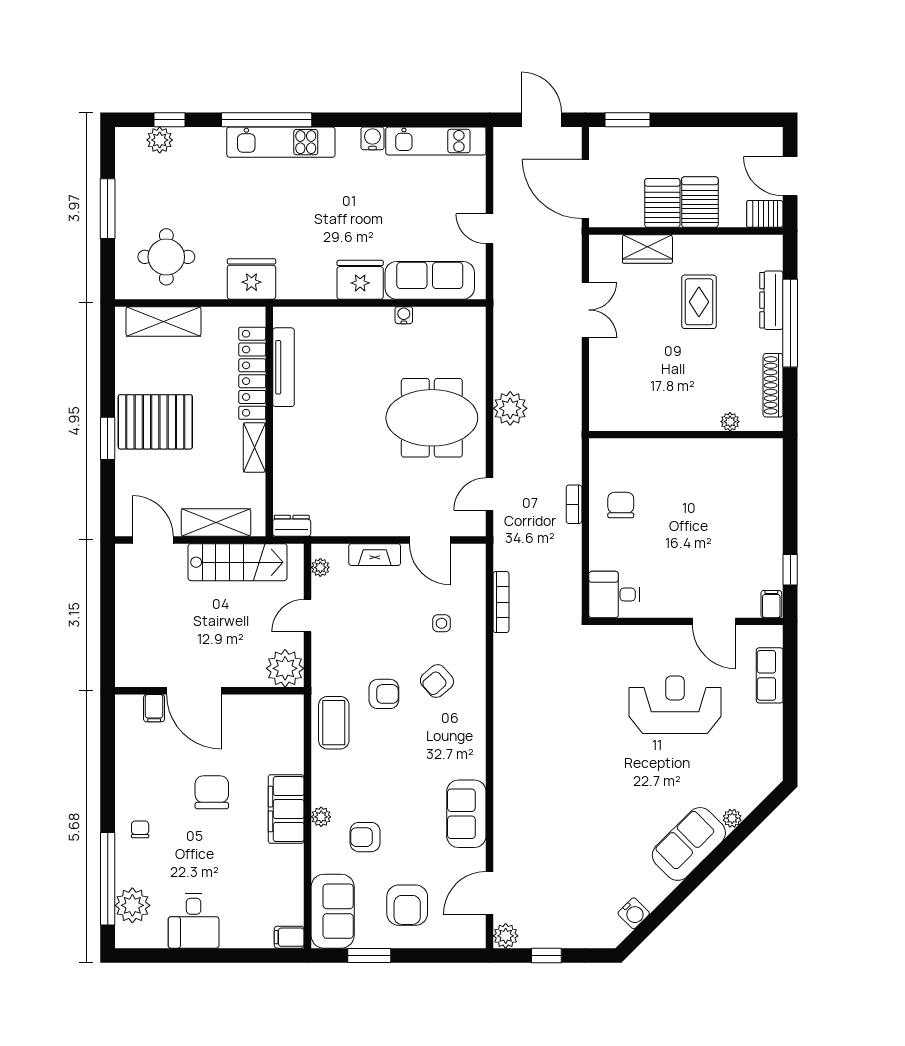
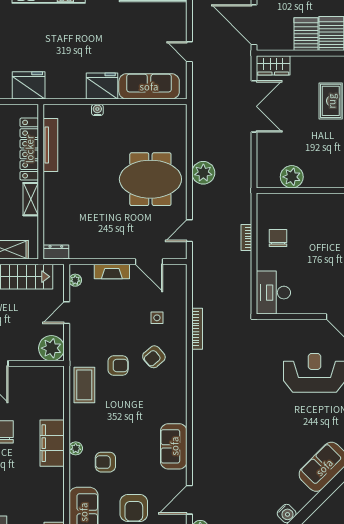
wardrobe: (647, 249) -> (273, 65), moved
double door: (585, 310) -> (254, 106), width x1.37
water cooler: (404, 315) -> (97, 110), moved
plant: (641, 414) -> (292, 177), added
desk: (614, 595) -> (273, 293), width x1.37
bookcase: (501, 602) -> (197, 329), moved

